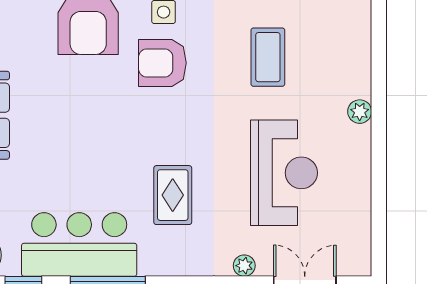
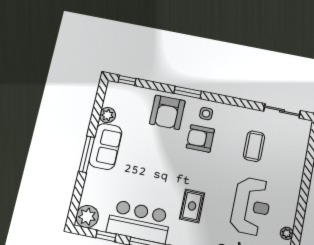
plant: (360, 112) -> (287, 233), moved

